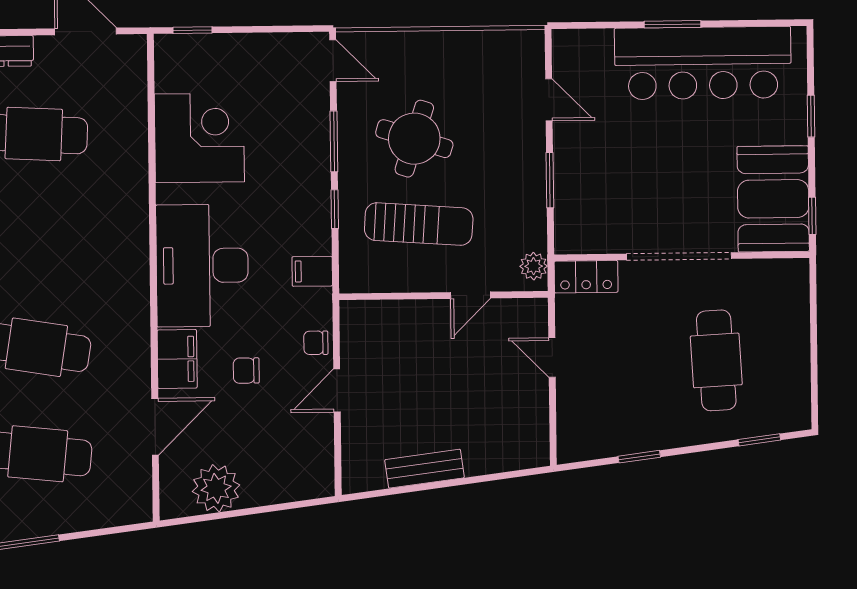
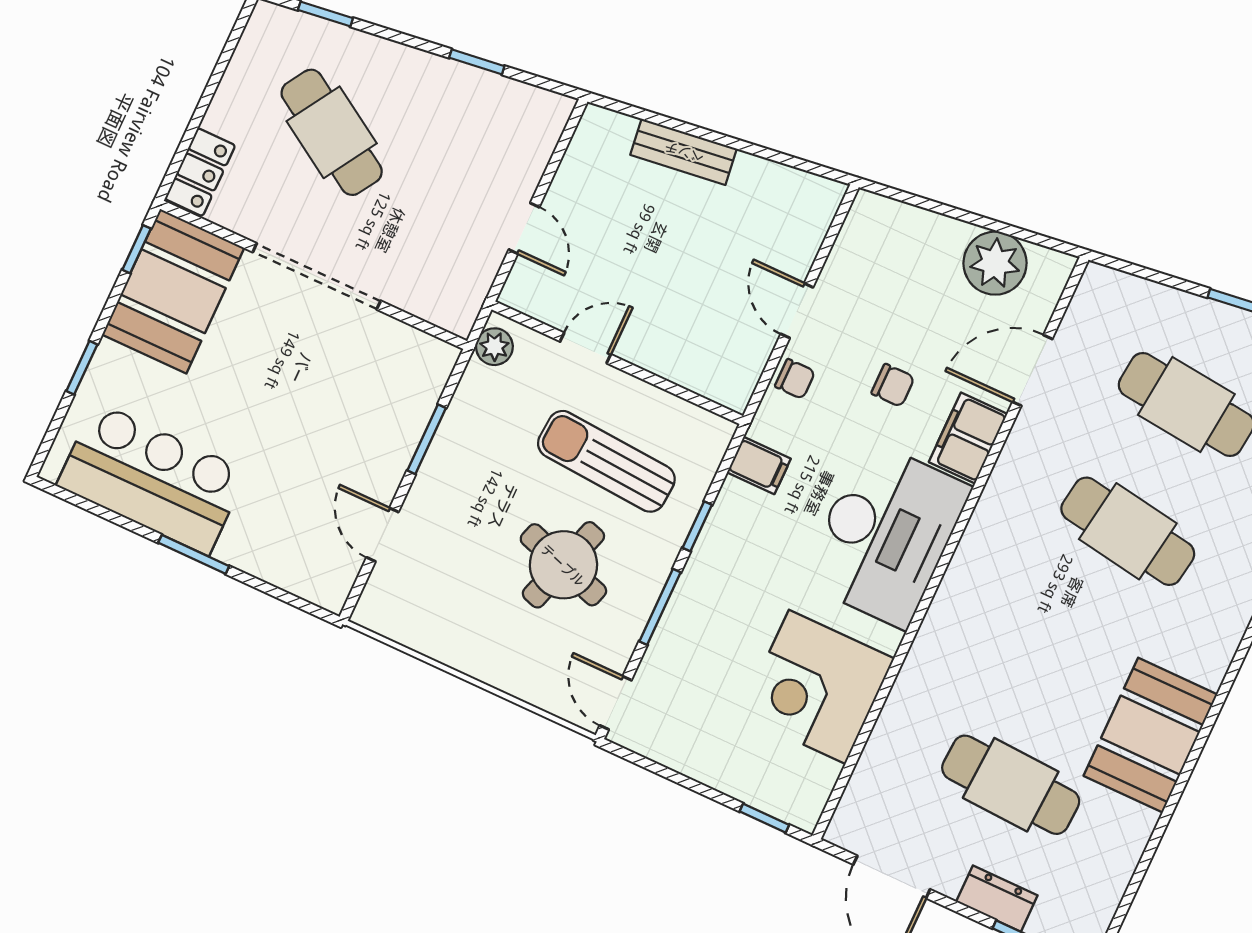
bar counter: (703, 63) -> (152, 479), width x0.73
locker: (586, 277) -> (200, 172), moved, turned 90
cafe table: (716, 360) -> (332, 132), turned -55
door: (337, 390) -> (797, 311), swing flipped
bench: (425, 469) -> (684, 152), moved

